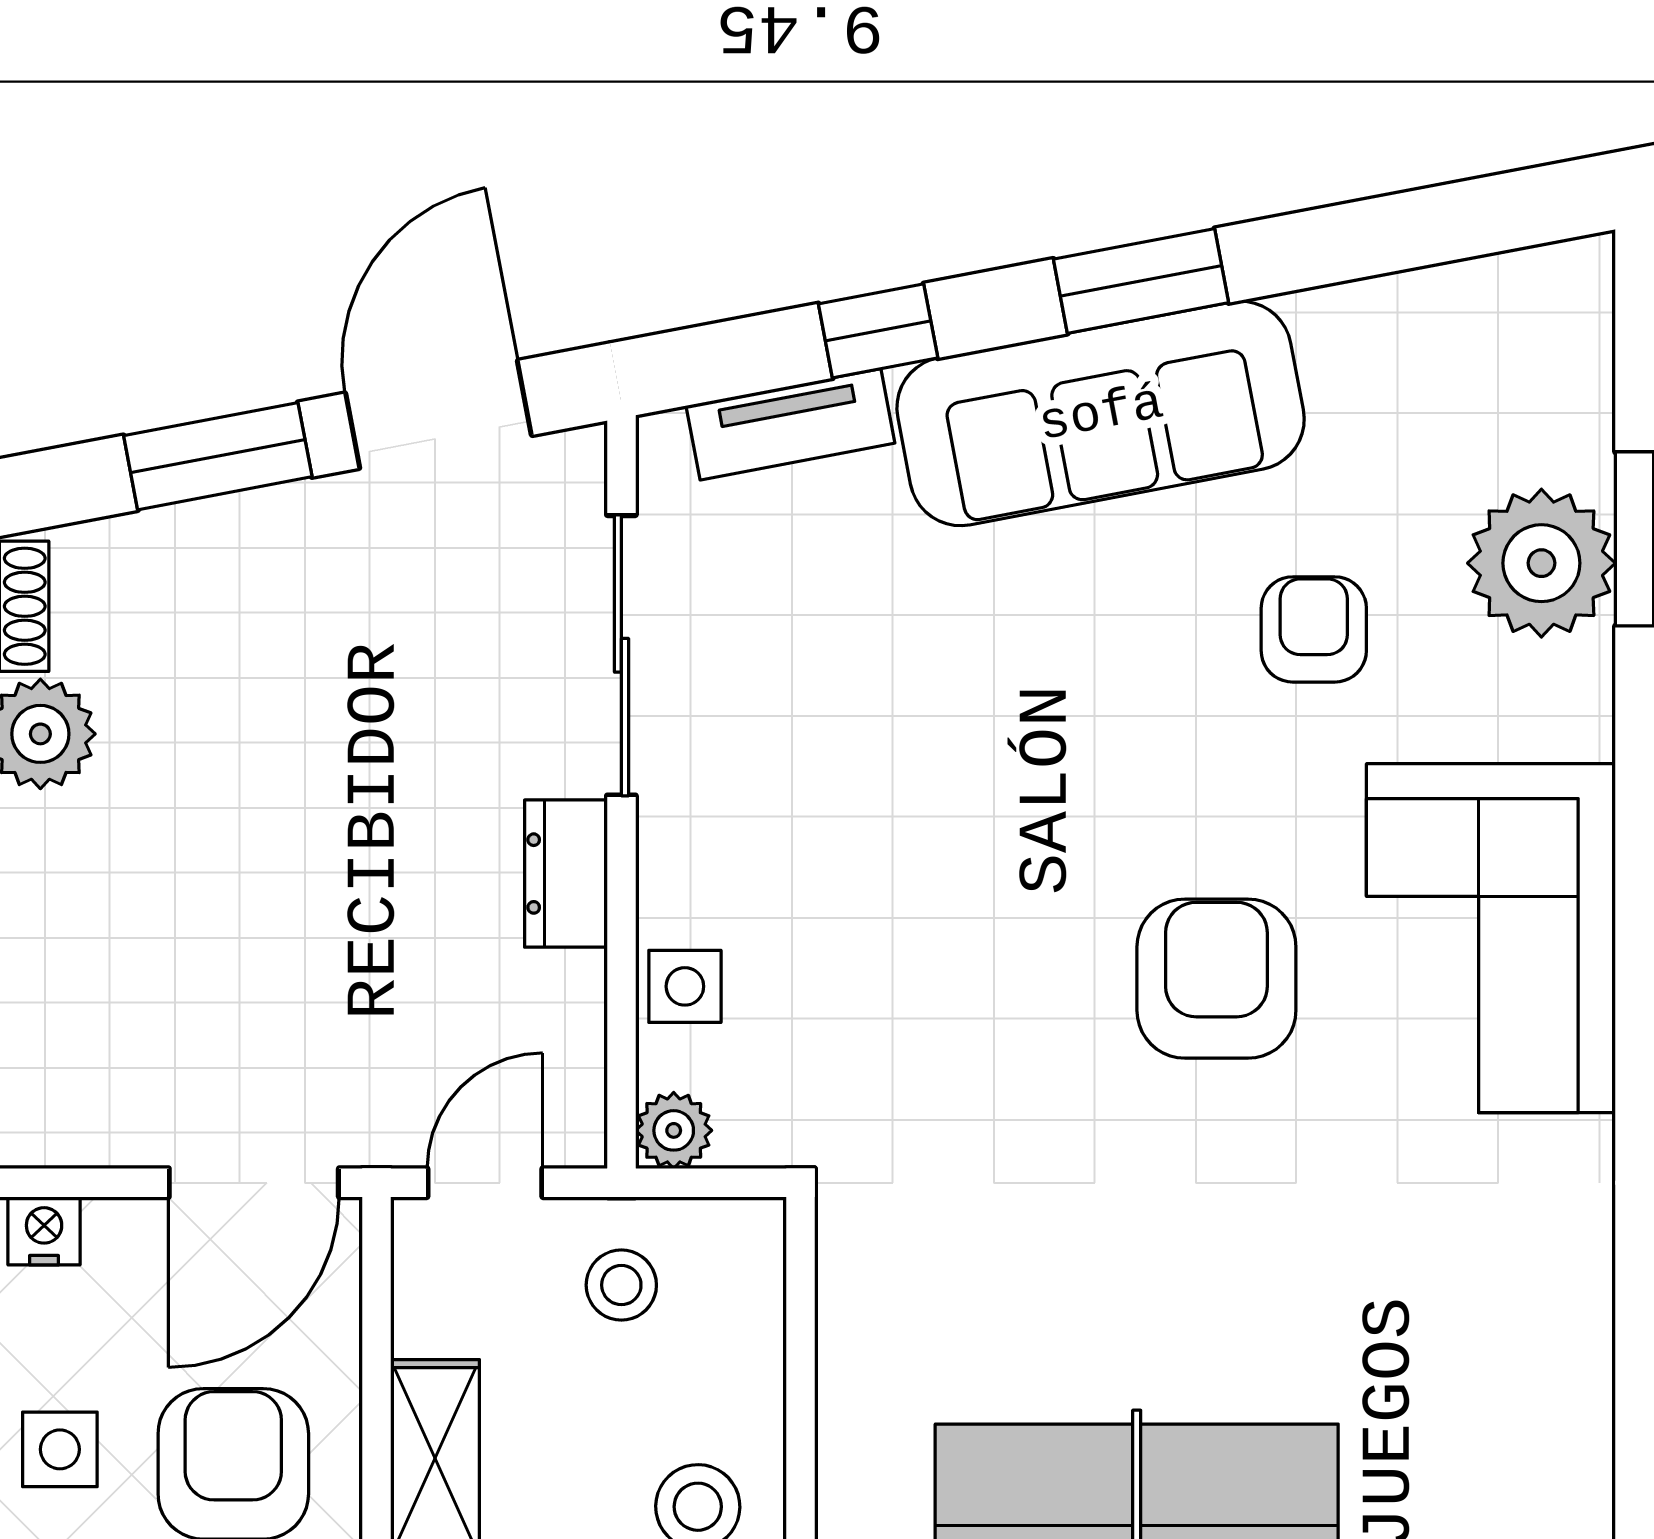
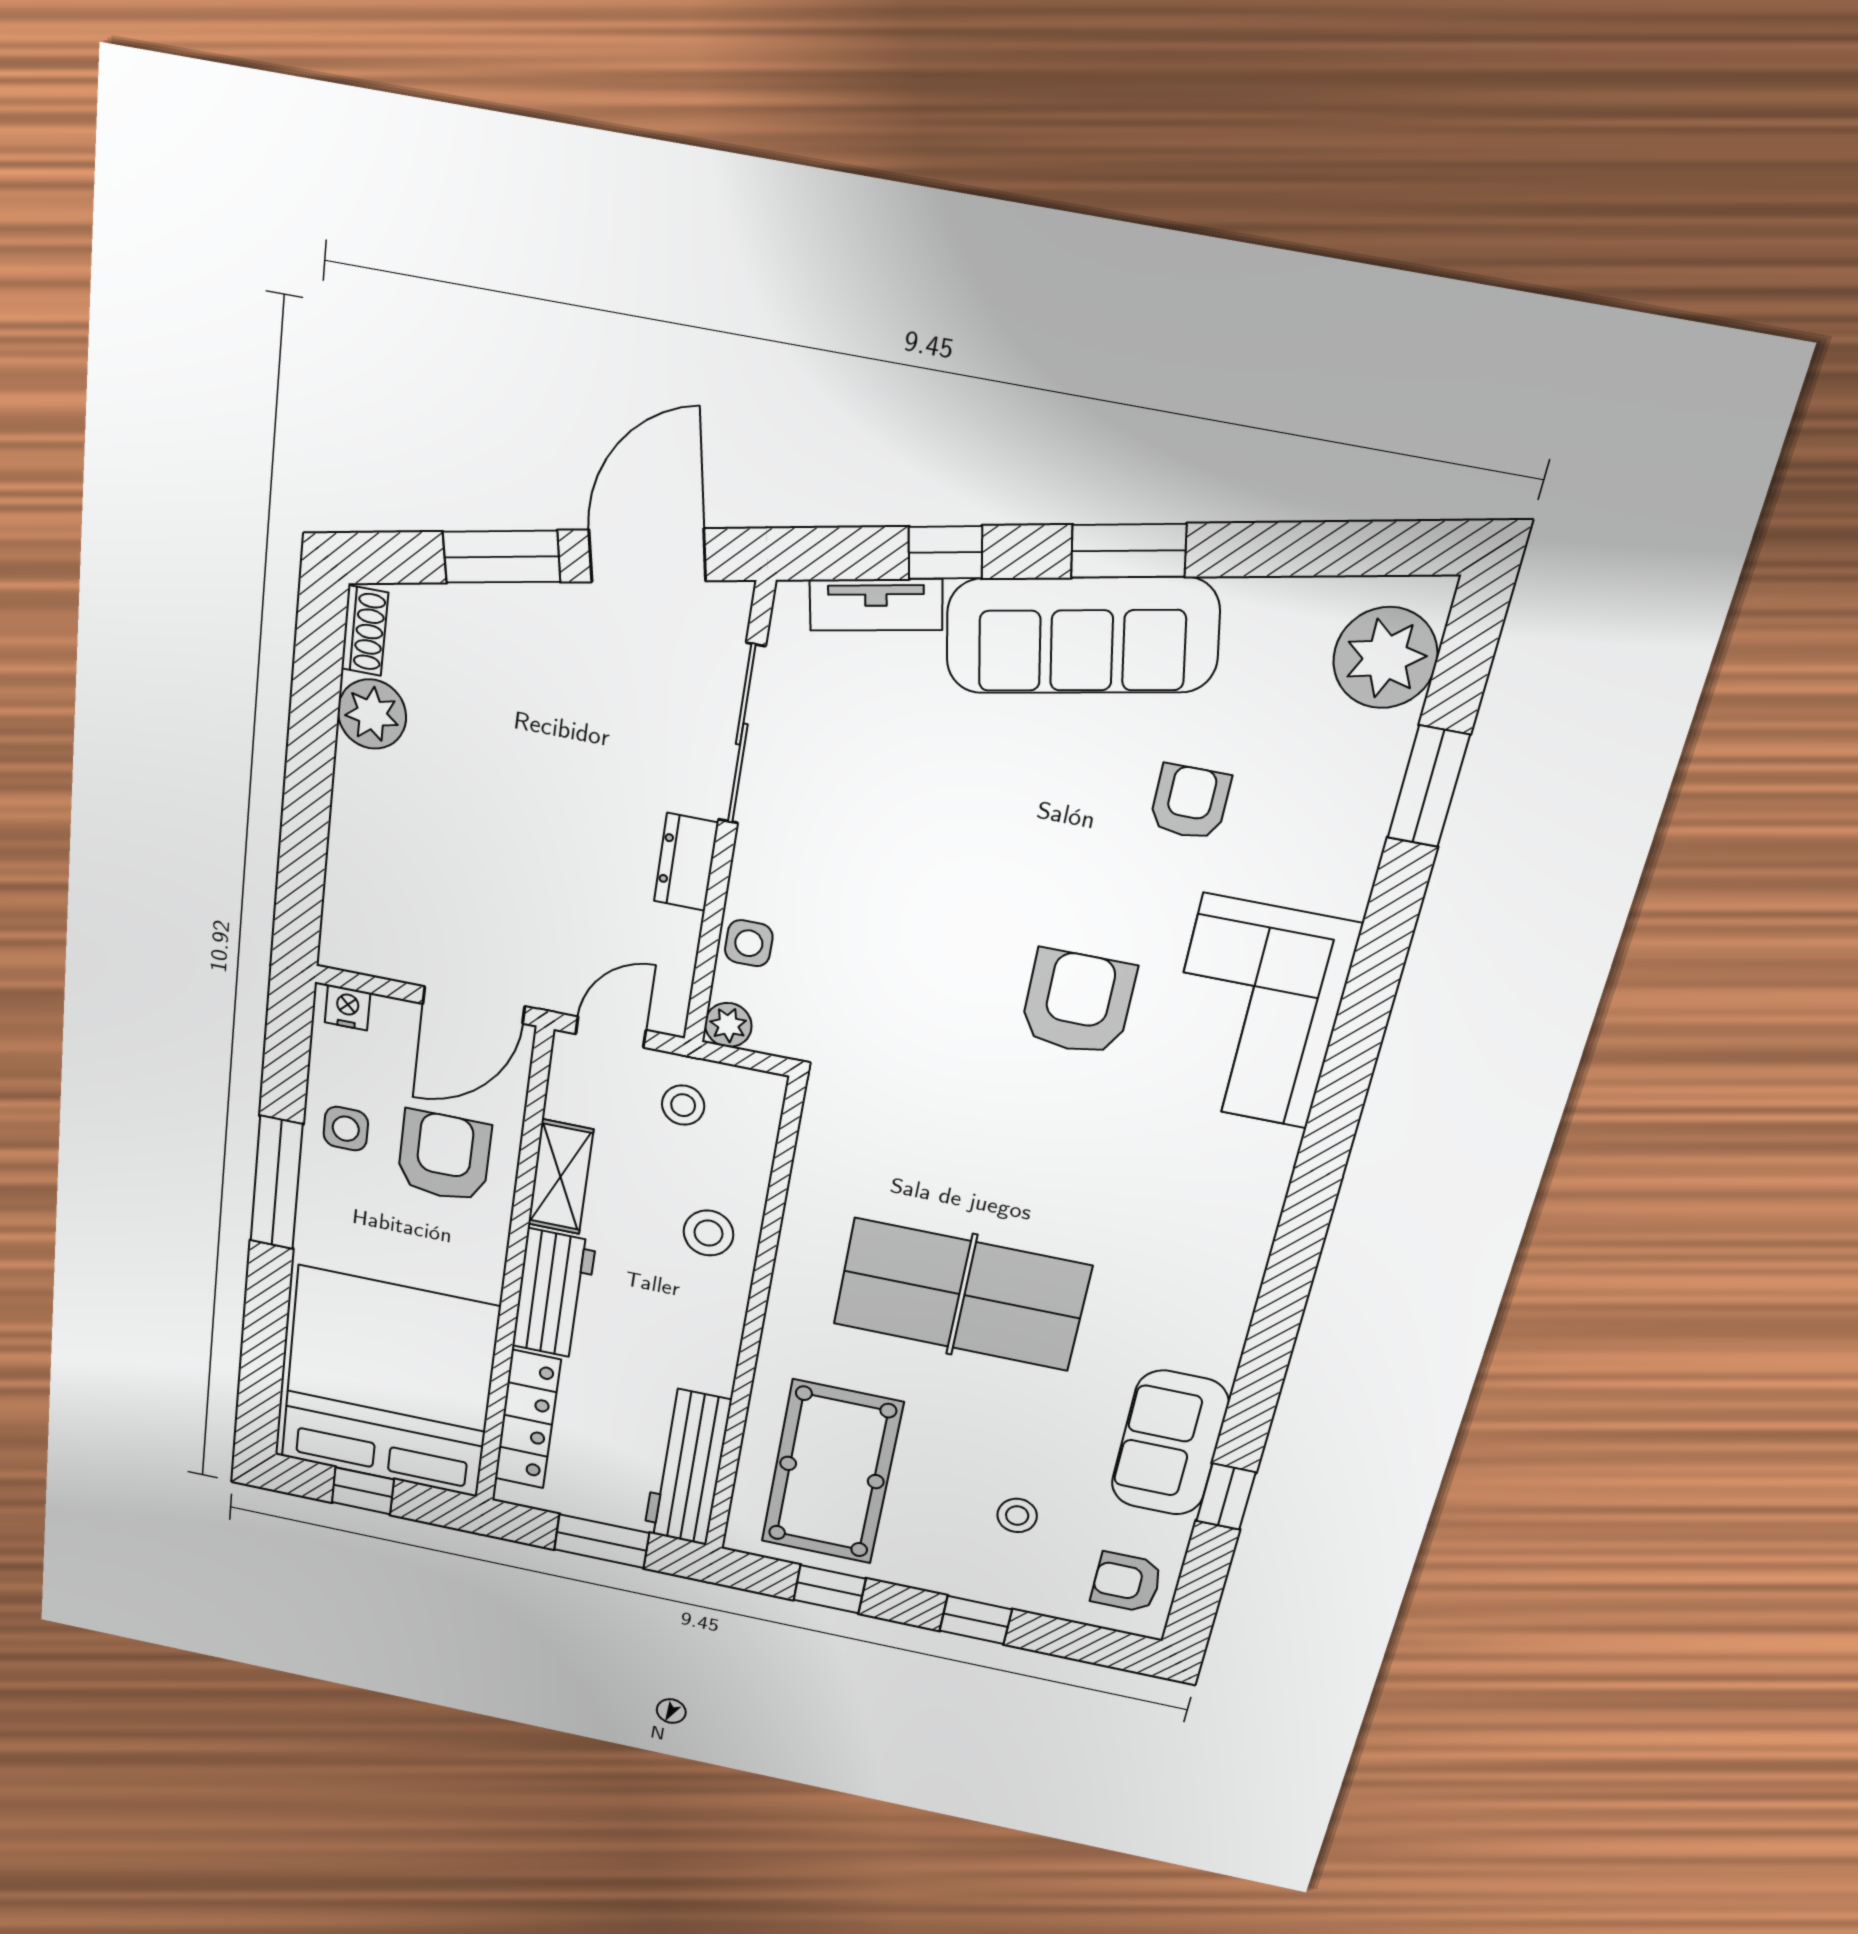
plant: (1541, 563) -> (1385, 658), moved

